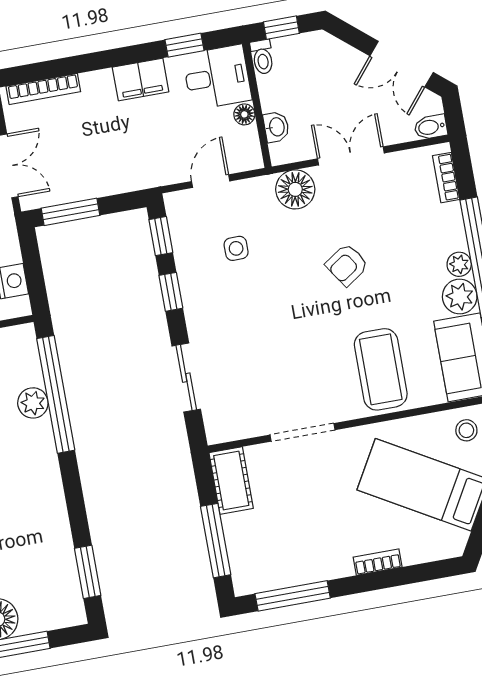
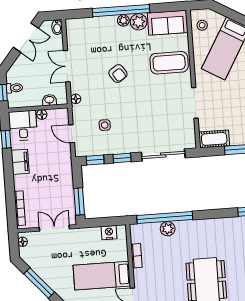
toilet: (262, 57) -> (14, 88), moved
bookcase: (446, 178) -> (82, 22), removed
floor lamp: (295, 189) -> (76, 99), width x0.53, depth x0.53
sliding door: (186, 378) -> (163, 155), width x1.37

